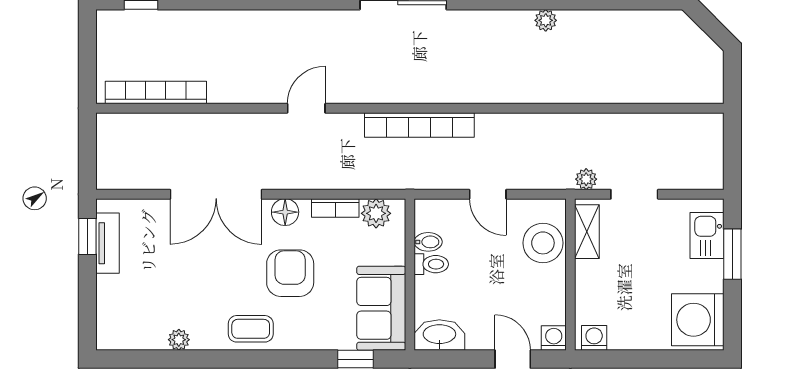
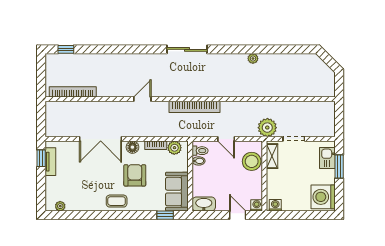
plant: (586, 179) -> (267, 128), width x1.87, depth x1.87
toilet: (431, 264) -> (200, 151), moved
plant: (179, 340) -> (60, 206), moved

